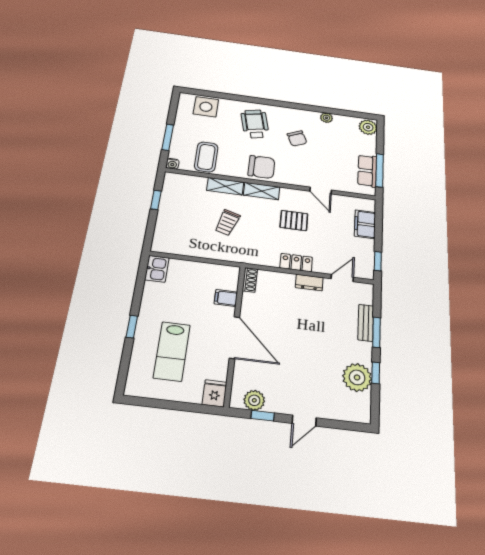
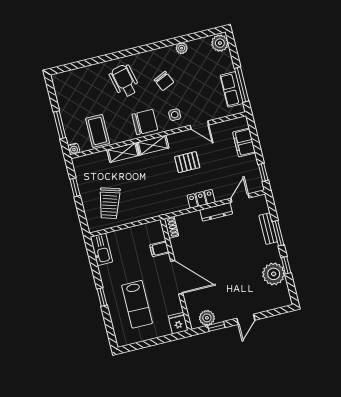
side table: (206, 107) -> (175, 115), moved, width x0.54, depth x0.54
trolley: (227, 223) -> (110, 203), moved, width x1.36, depth x1.39
kitchen sink: (157, 269) -> (101, 249), width x1.38
dresser: (309, 283) -> (216, 212), width x1.44

